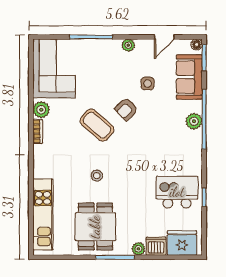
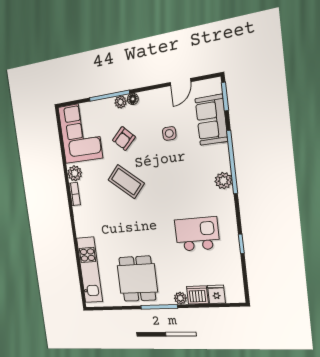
floor lamp: (197, 44) -> (133, 99), moved
plant: (128, 45) -> (121, 102), moved
armchair: (126, 109) -> (124, 139), moved
plant: (194, 121) -> (223, 181), moved
stool: (97, 176) -> (132, 230), removed
kitchen island: (177, 192) -> (197, 234), moved
fridge: (182, 243) -> (216, 294), width x0.53, depth x0.75

